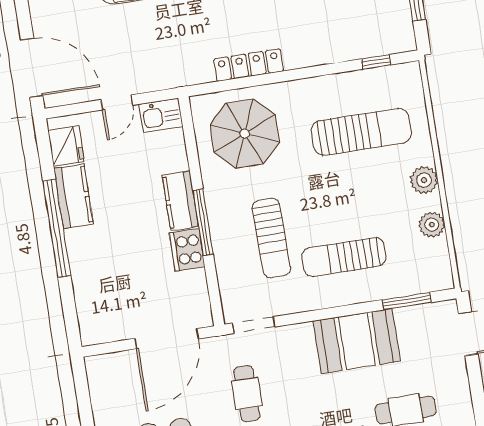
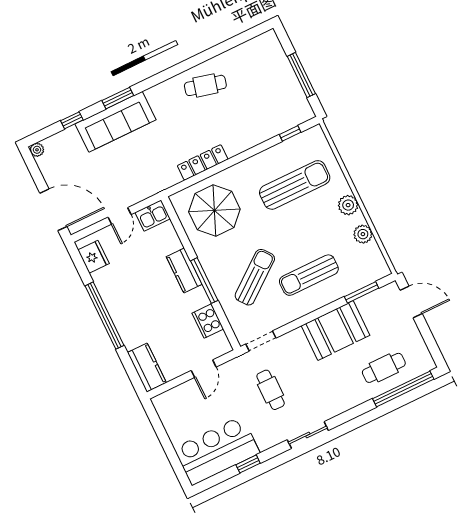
kitchen counter: (73, 196) -> (147, 368), moved
sun lounger: (271, 238) -> (255, 277), turned -127
cooker: (187, 250) -> (208, 321), moved
door: (167, 339) -> (204, 369), width x0.53

